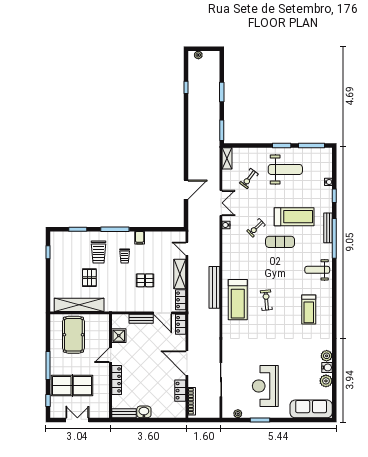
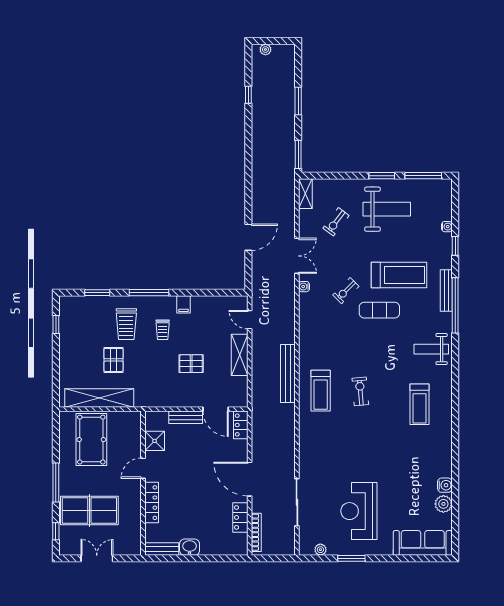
locker: (181, 300) -> (241, 391), removed
treadmill: (238, 300) -> (321, 391), width x0.73, depth x0.73
plant: (327, 356) -> (444, 469), removed

